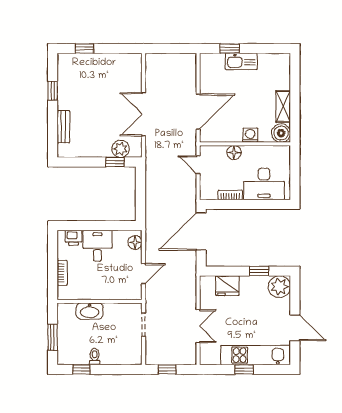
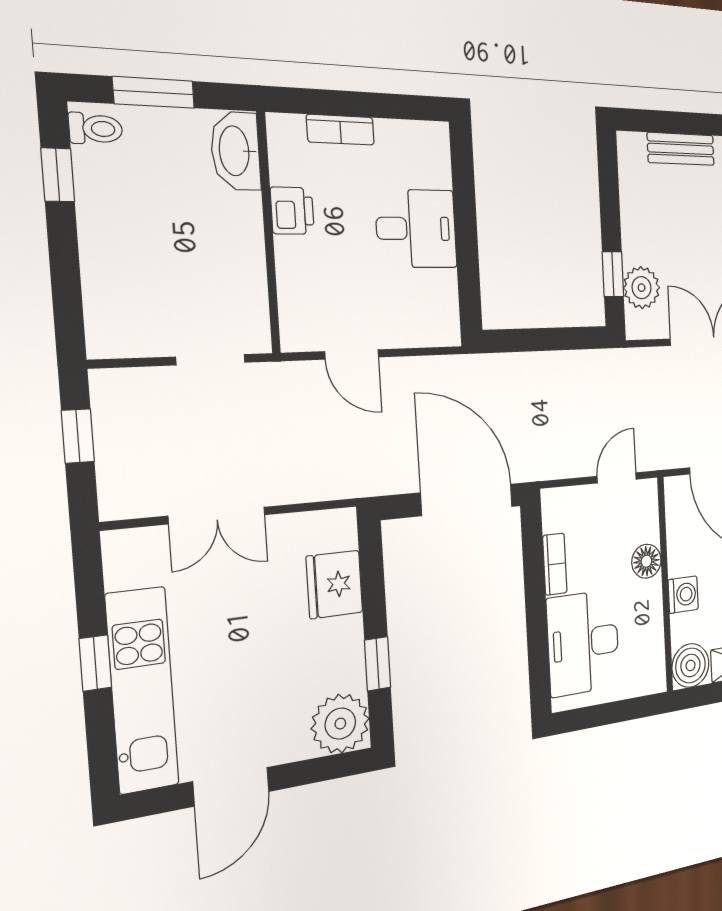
printer: (74, 238) -> (292, 211), moved, turned 180
floor lamp: (135, 242) -> (430, 329), removed
washbasin: (90, 311) -> (236, 151), moved
toilet: (95, 357) -> (96, 129), moved

